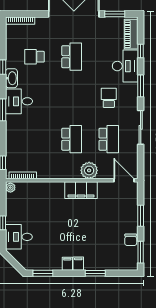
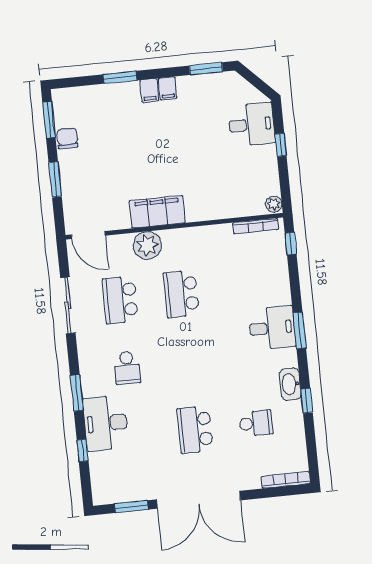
piano: (131, 34) -> (101, 477), removed
desk: (19, 101) -> (272, 328), moved
sliding door: (141, 127) -> (68, 305), moved

